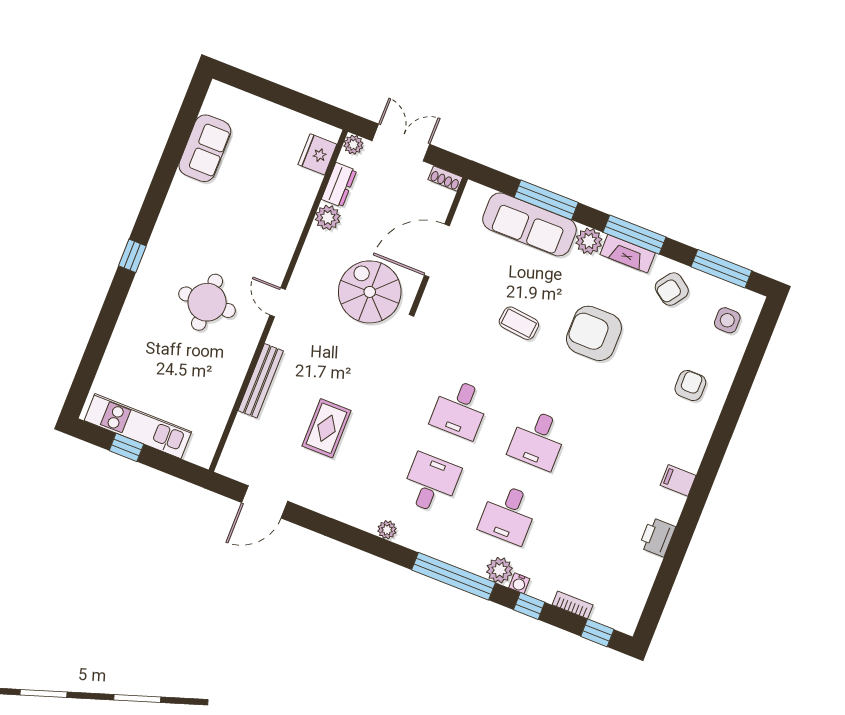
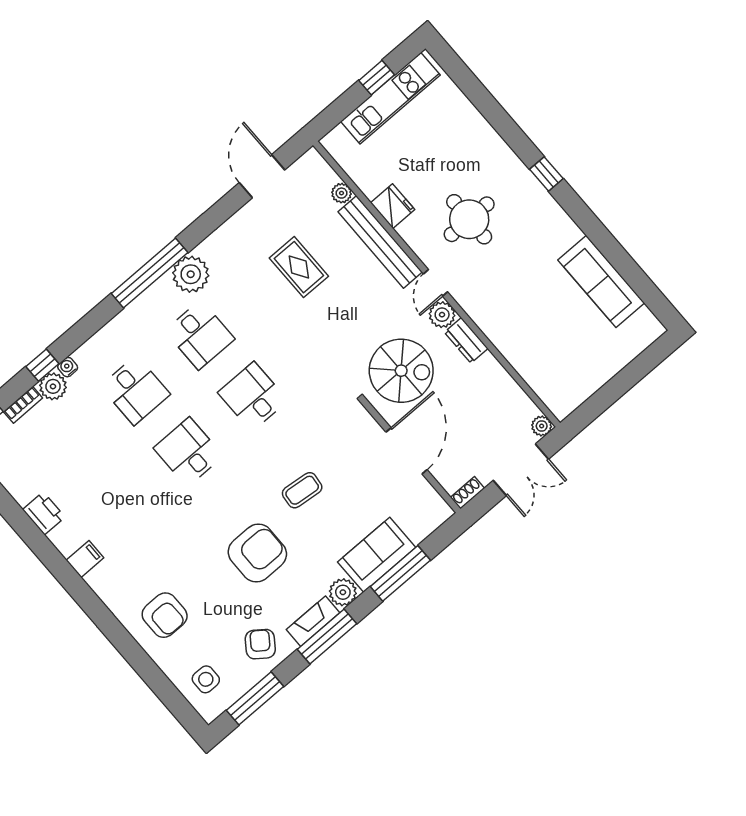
sofa: (205, 148) -> (601, 281), width x1.36
fridge: (317, 154) -> (393, 206), moved
dresser: (339, 185) -> (466, 340), moved
plant: (328, 218) -> (442, 315), moved
sofa: (529, 224) -> (377, 555), width x0.73
door: (278, 302) -> (436, 283), swing flipped
bench: (261, 381) -> (380, 242), width x1.37, depth x1.21
armchair: (690, 385) -> (165, 615), width x1.38, depth x1.38
plant: (243, 425) -> (341, 193), added
desk: (508, 514) -> (135, 390), turned 180
plant: (387, 530) -> (191, 274), width x1.87, depth x1.87
plant: (500, 570) -> (53, 386), moved
window: (453, 576) -> (150, 273), moved

